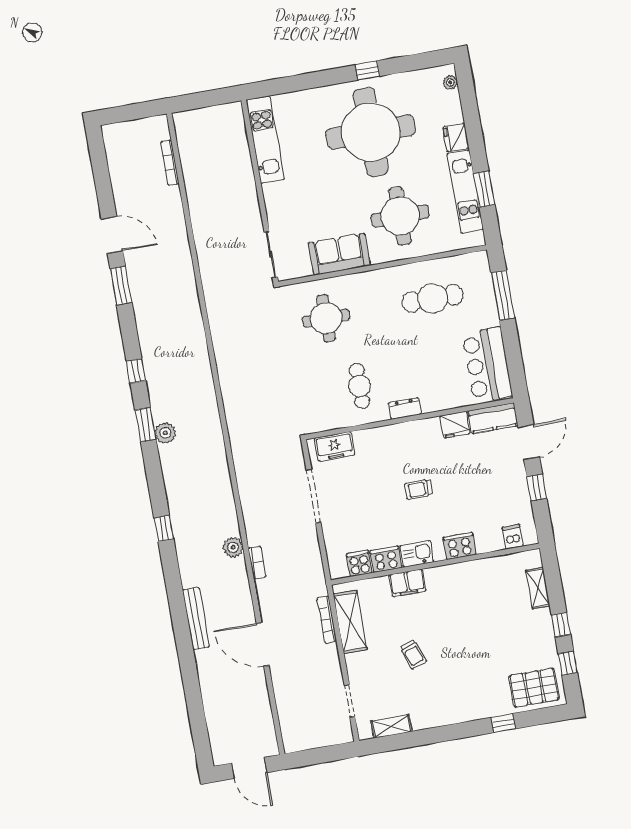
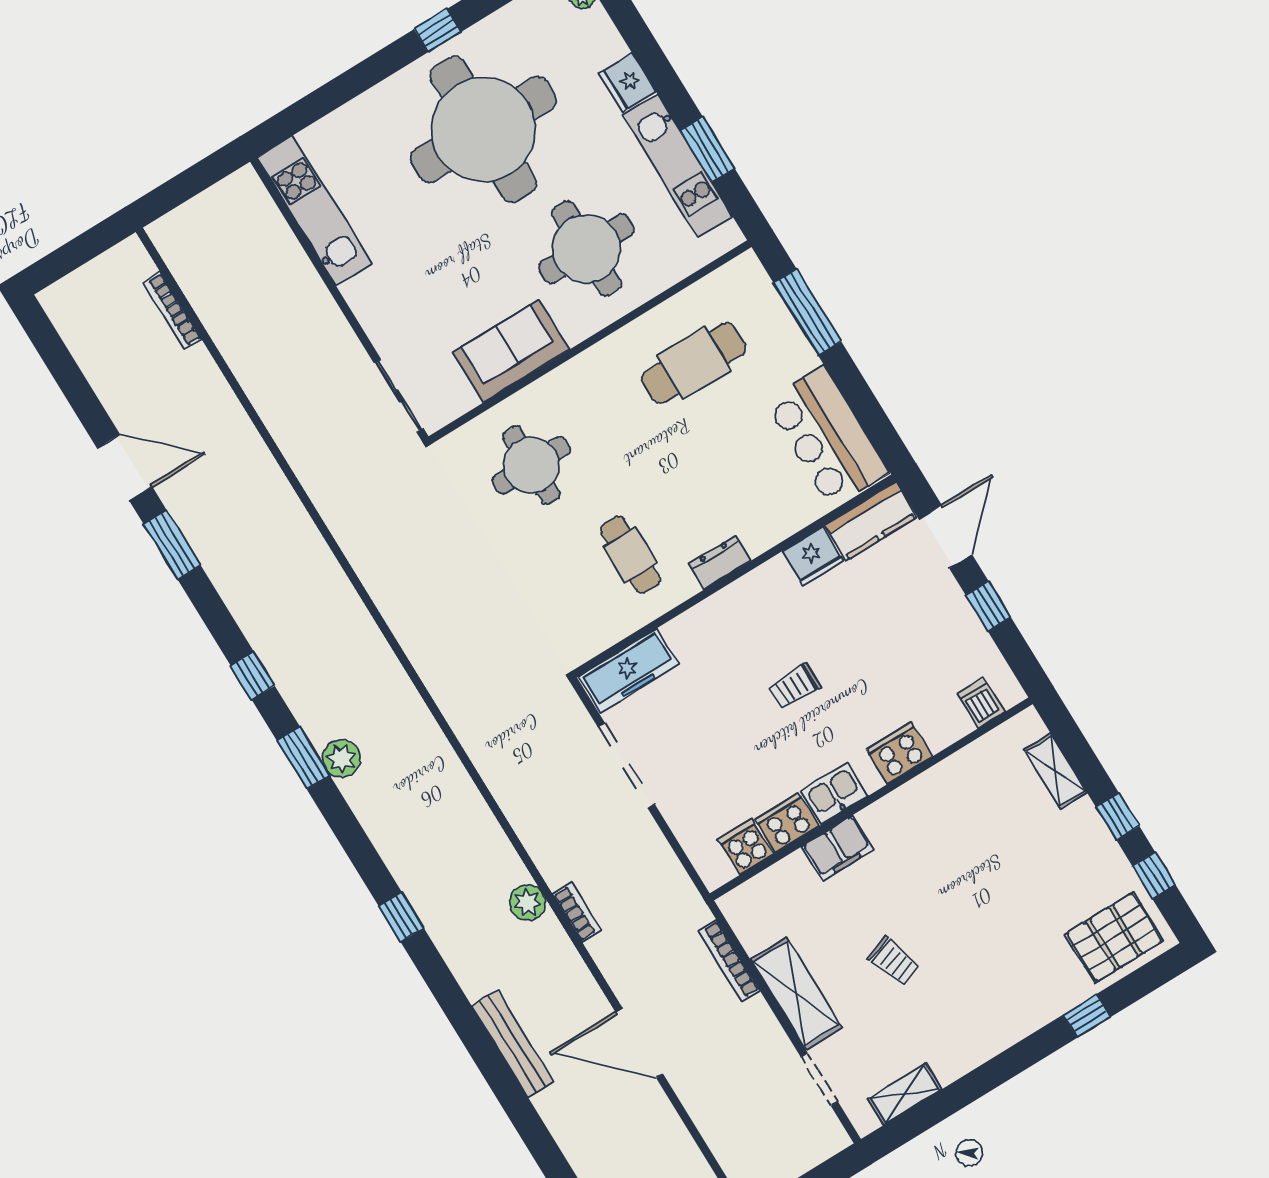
freezer: (334, 446) -> (629, 671), width x1.40
shelving: (350, 622) -> (796, 993), moved

